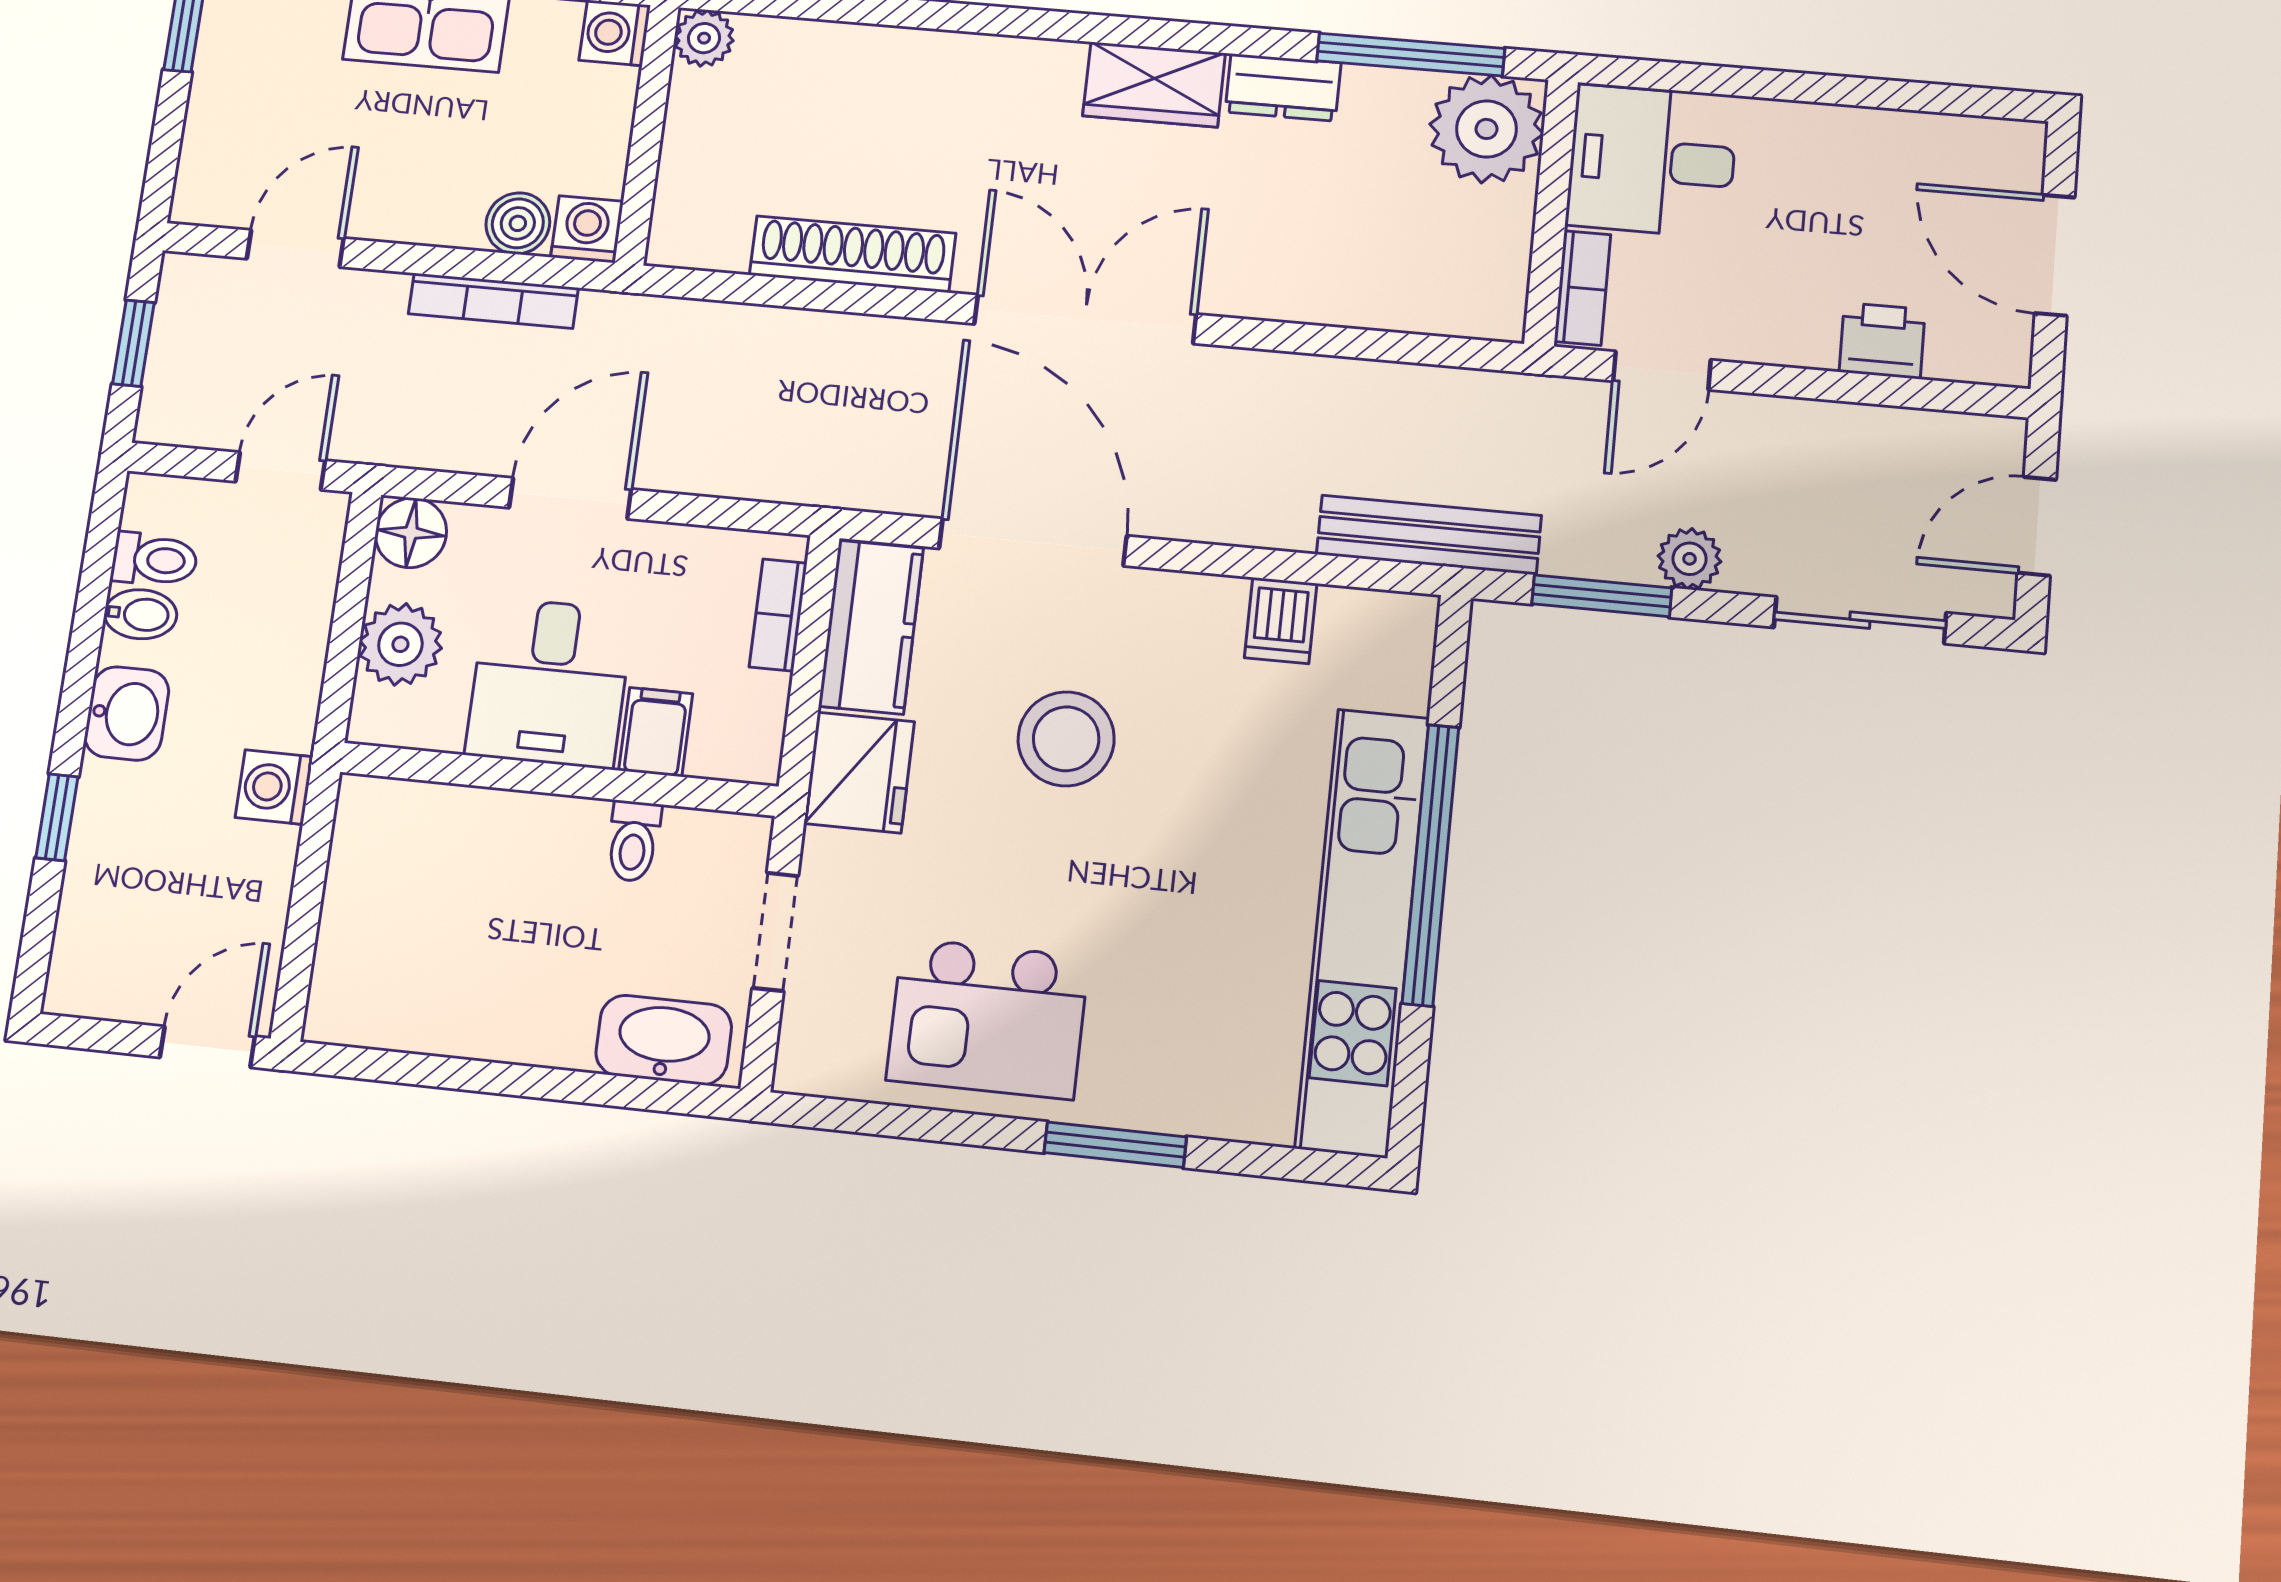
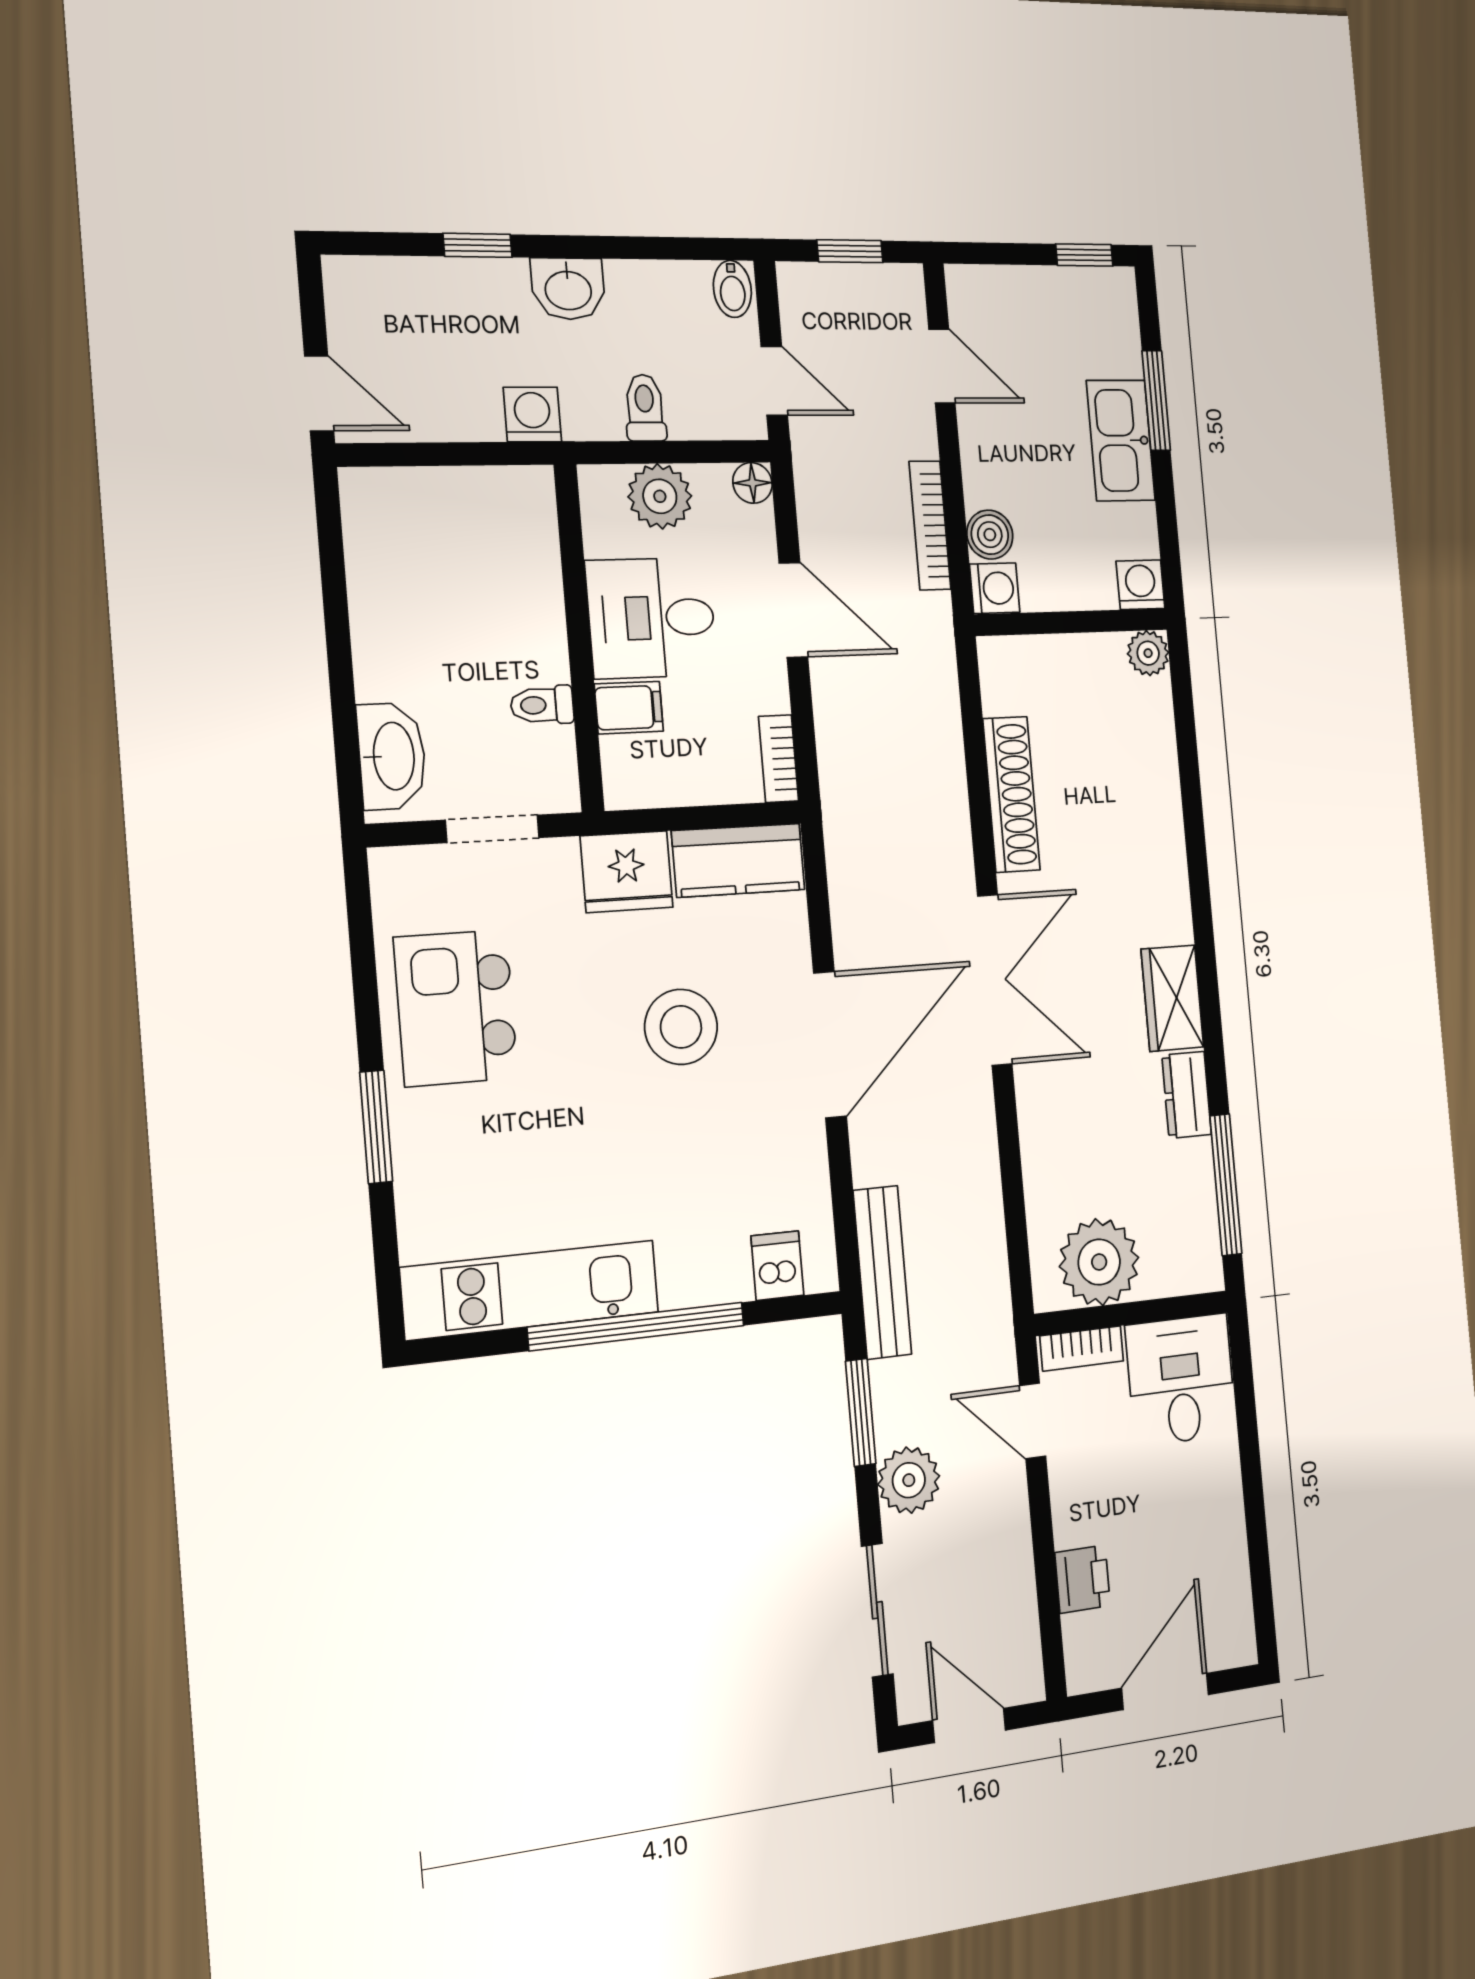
plant: (1487, 129) -> (1099, 1262), moved
floor lamp: (411, 533) -> (752, 483), width x0.73, depth x0.73
door: (1033, 542) -> (830, 1045), moved
plant: (1690, 559) -> (909, 1480), width x1.38, depth x1.38
toilet: (154, 560) -> (645, 408), moved, turned 180
bidet: (141, 614) -> (732, 289), moved
bookcase: (778, 615) -> (779, 759), moved, turned -90
dishwasher: (1281, 621) -> (777, 1266), moved, turned 90
kitchen unit: (1363, 931) -> (531, 1290), width x0.73

